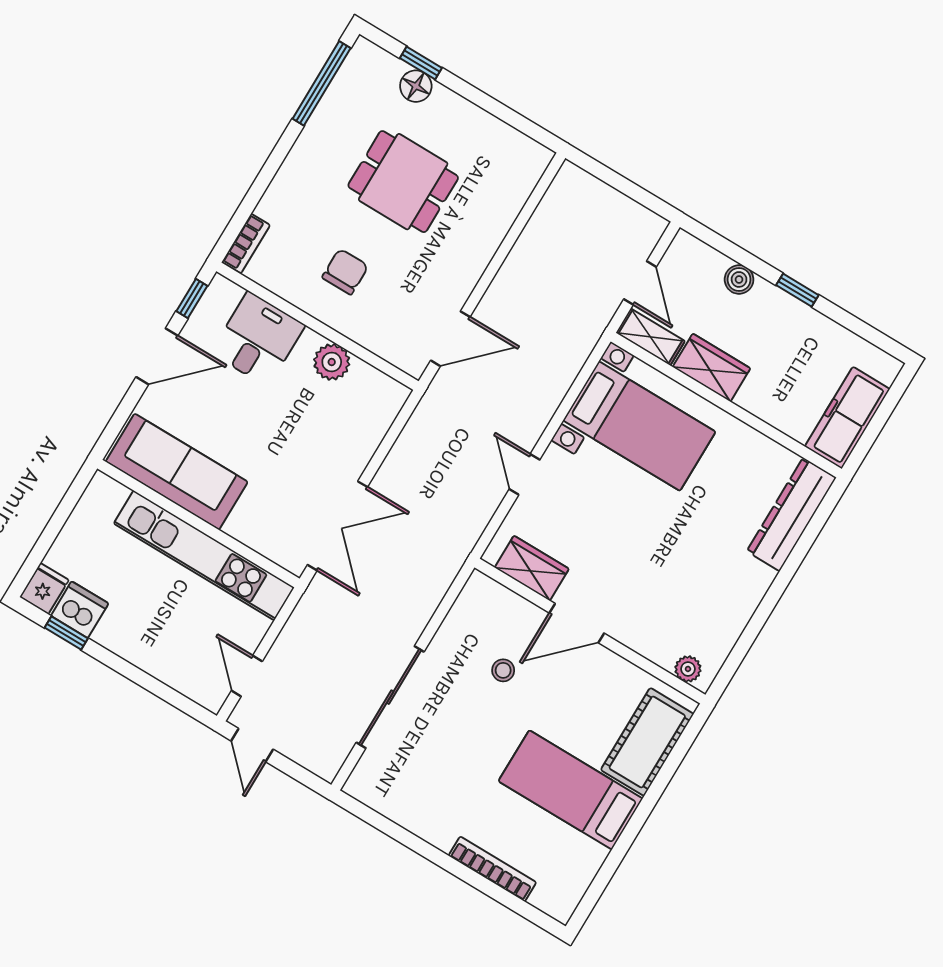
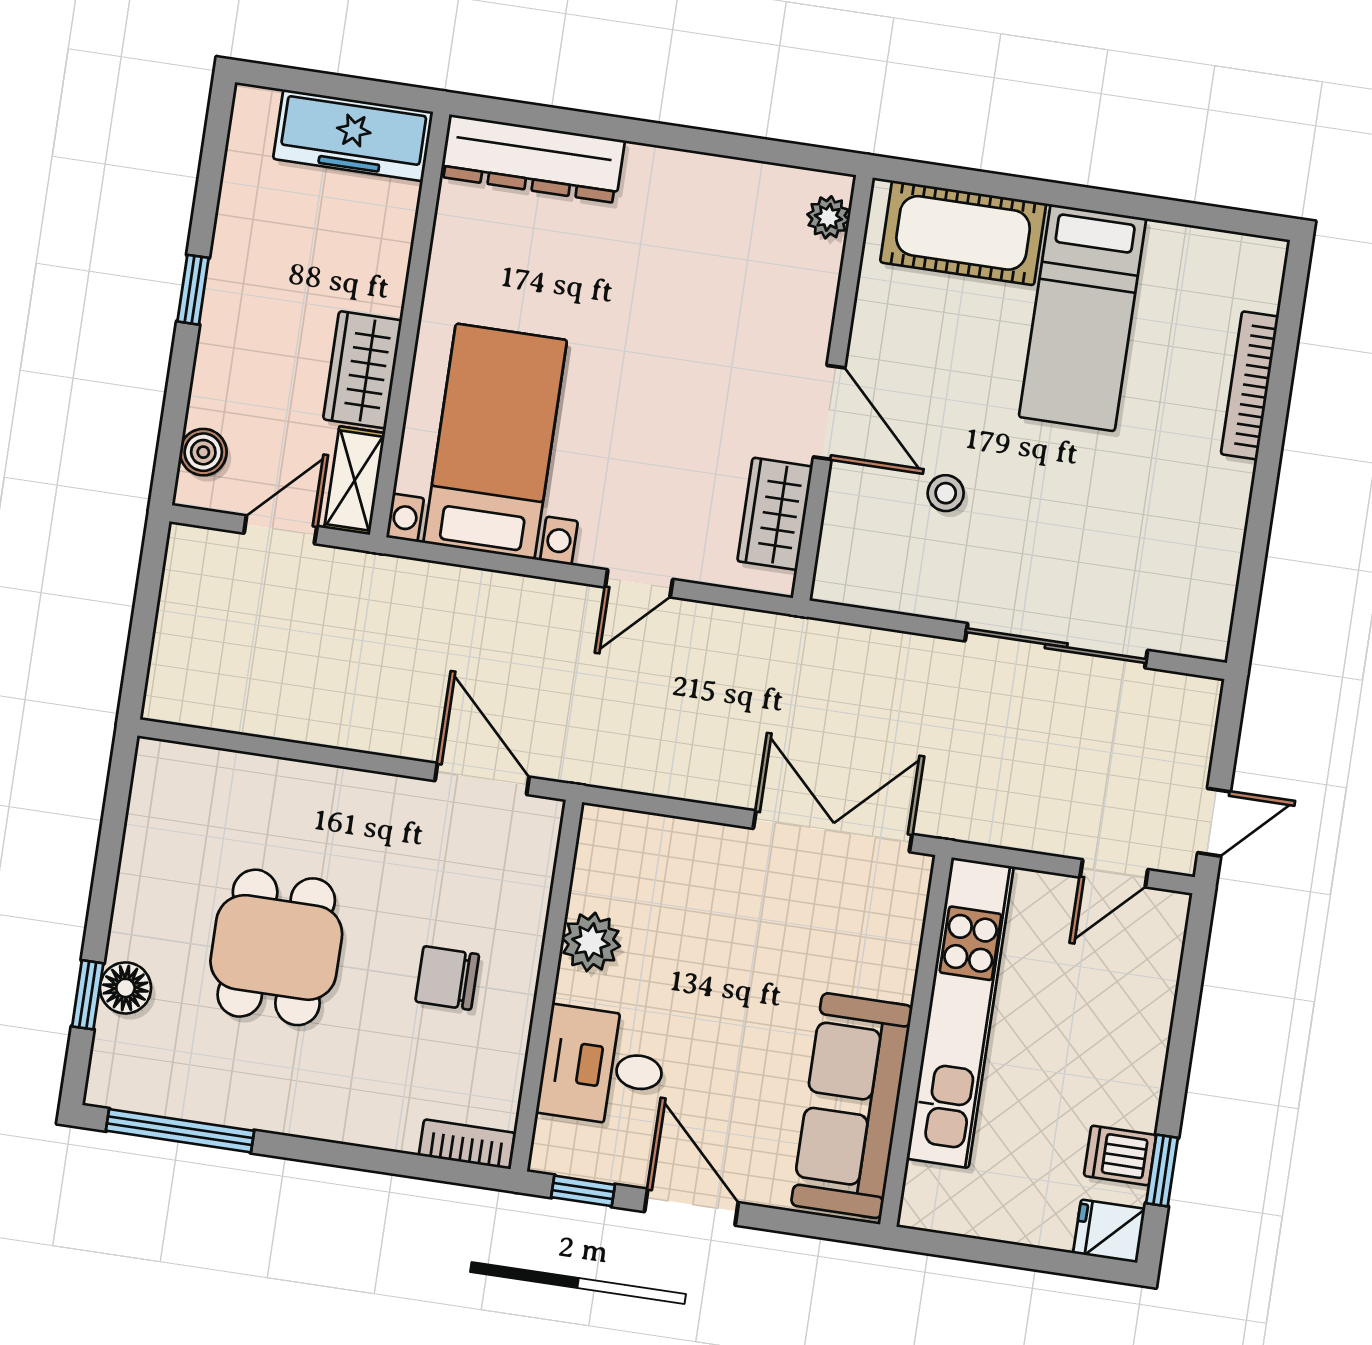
boiler: (739, 279) -> (203, 452), moved
dishwasher: (80, 610) -> (1120, 1155), width x0.73

